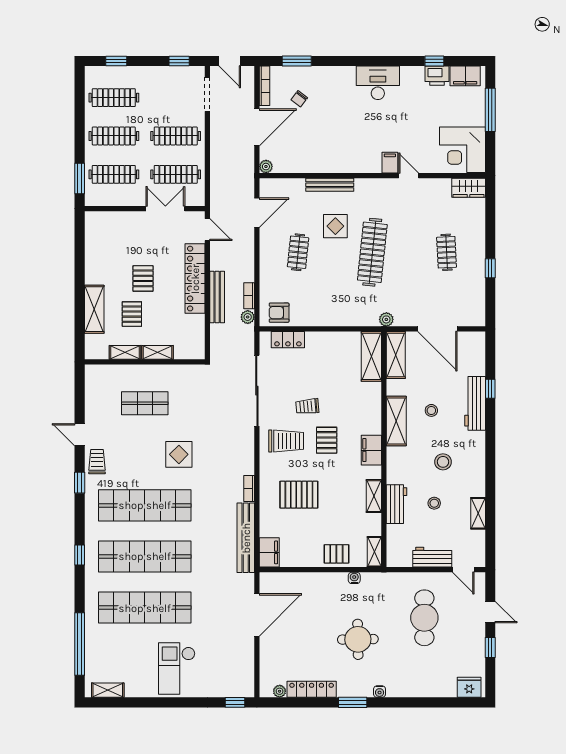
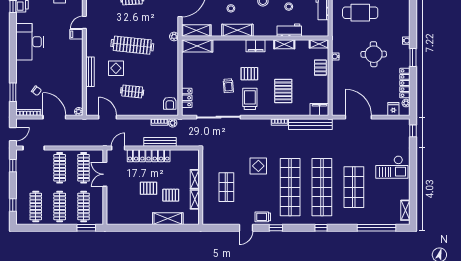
desk: (378, 83) -> (30, 42), width x1.36, depth x1.30
shop shelf: (145, 608) -> (354, 187), width x0.71
fridge: (270, 671) -> (393, 109), added

